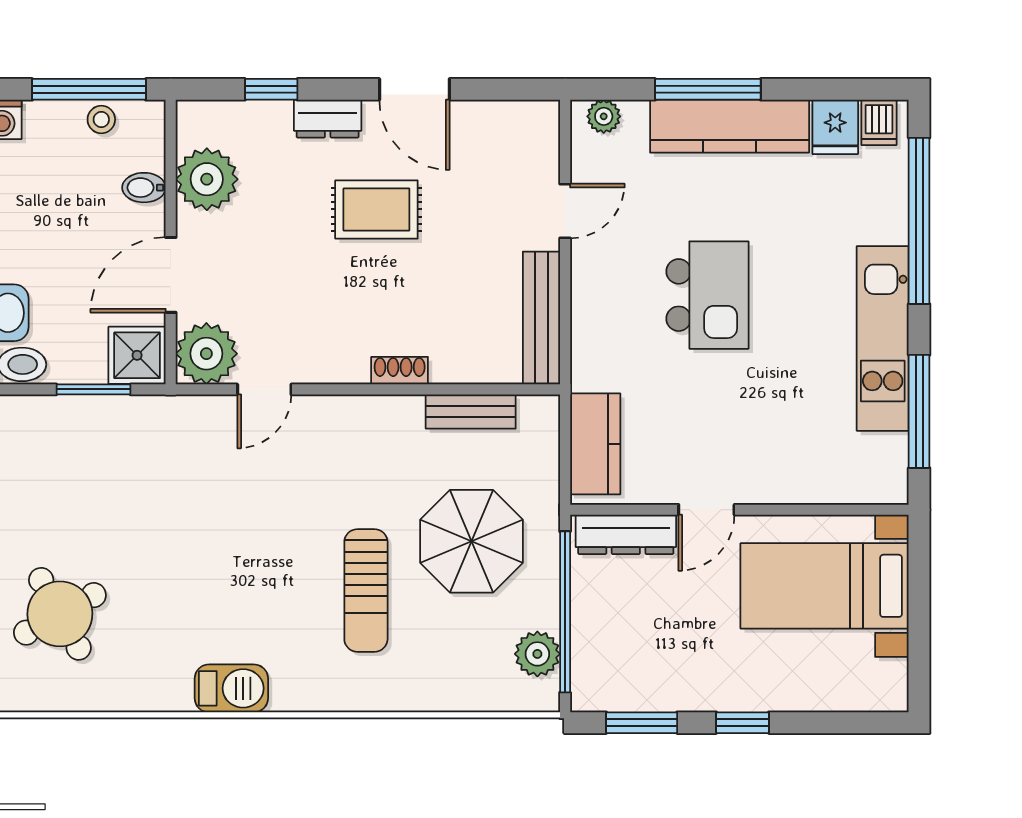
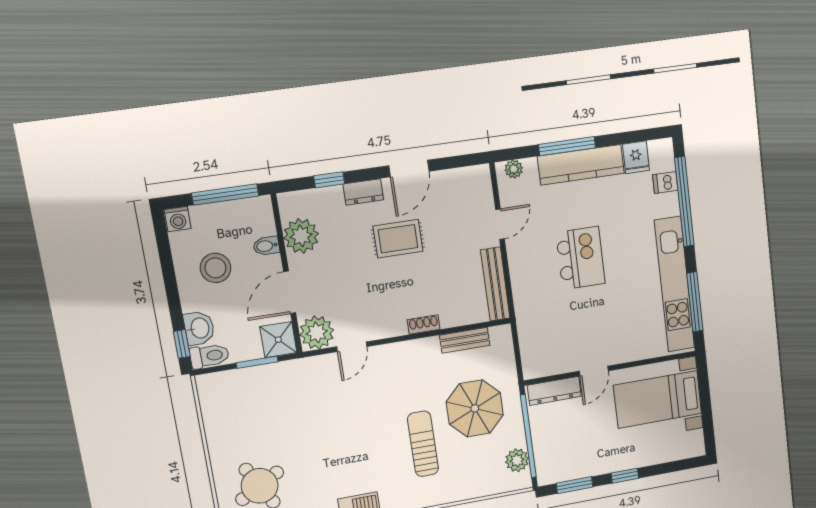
door: (414, 89) -> (409, 169), hinge flipped
stool: (101, 119) -> (215, 268), moved, width x1.89, depth x1.89
dishwasher: (879, 122) -> (665, 183), moved, turned 90
kitchen unit: (883, 338) -> (675, 284), width x1.36
kitchen counter: (595, 444) -> (532, 346), removed
sun lounger: (366, 590) -> (423, 444), turned 180

